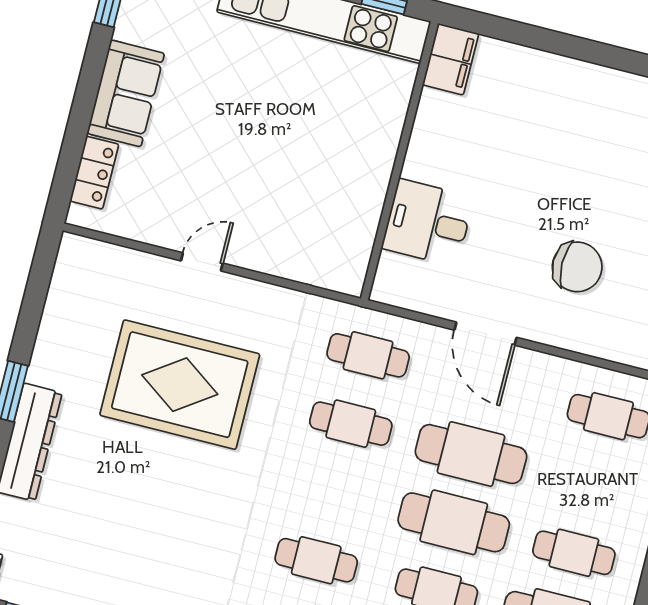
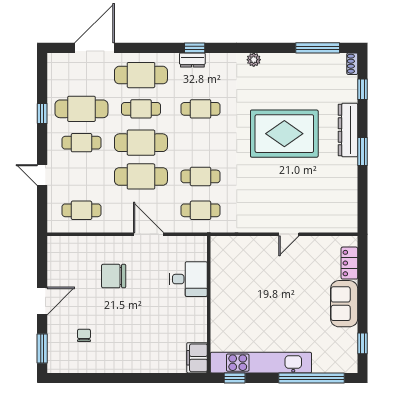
rug: (180, 385) -> (284, 134), moved

